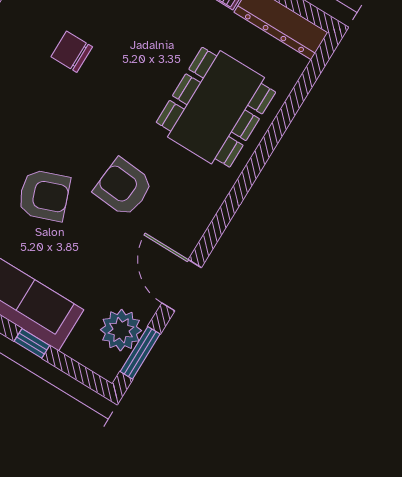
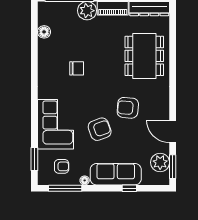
chair: (72, 52) -> (77, 68), turned 180

